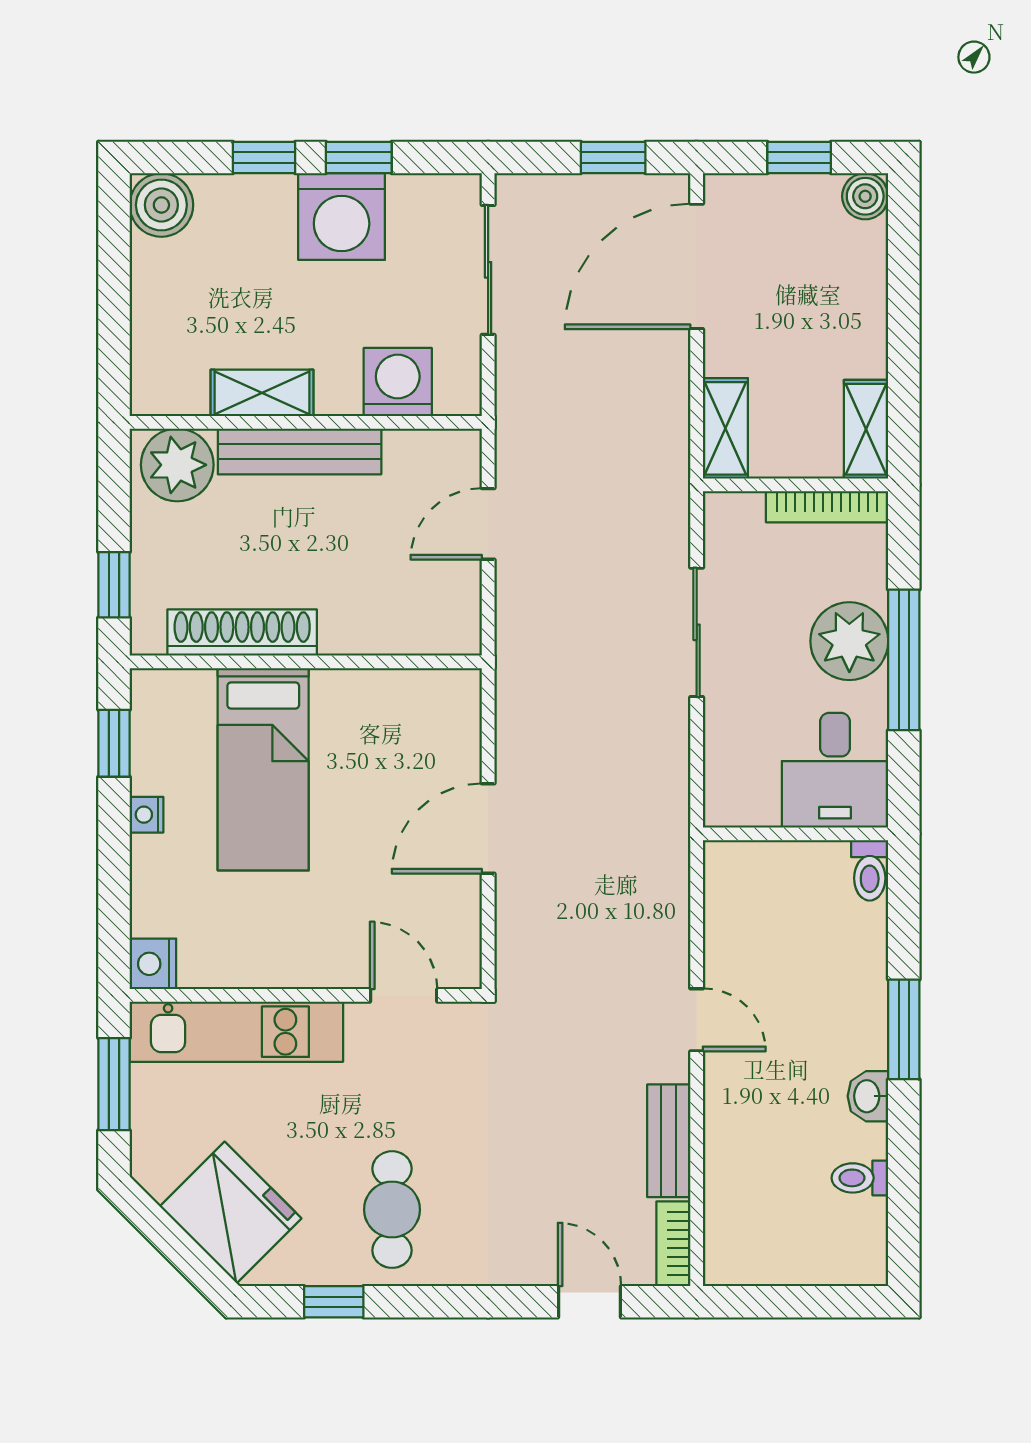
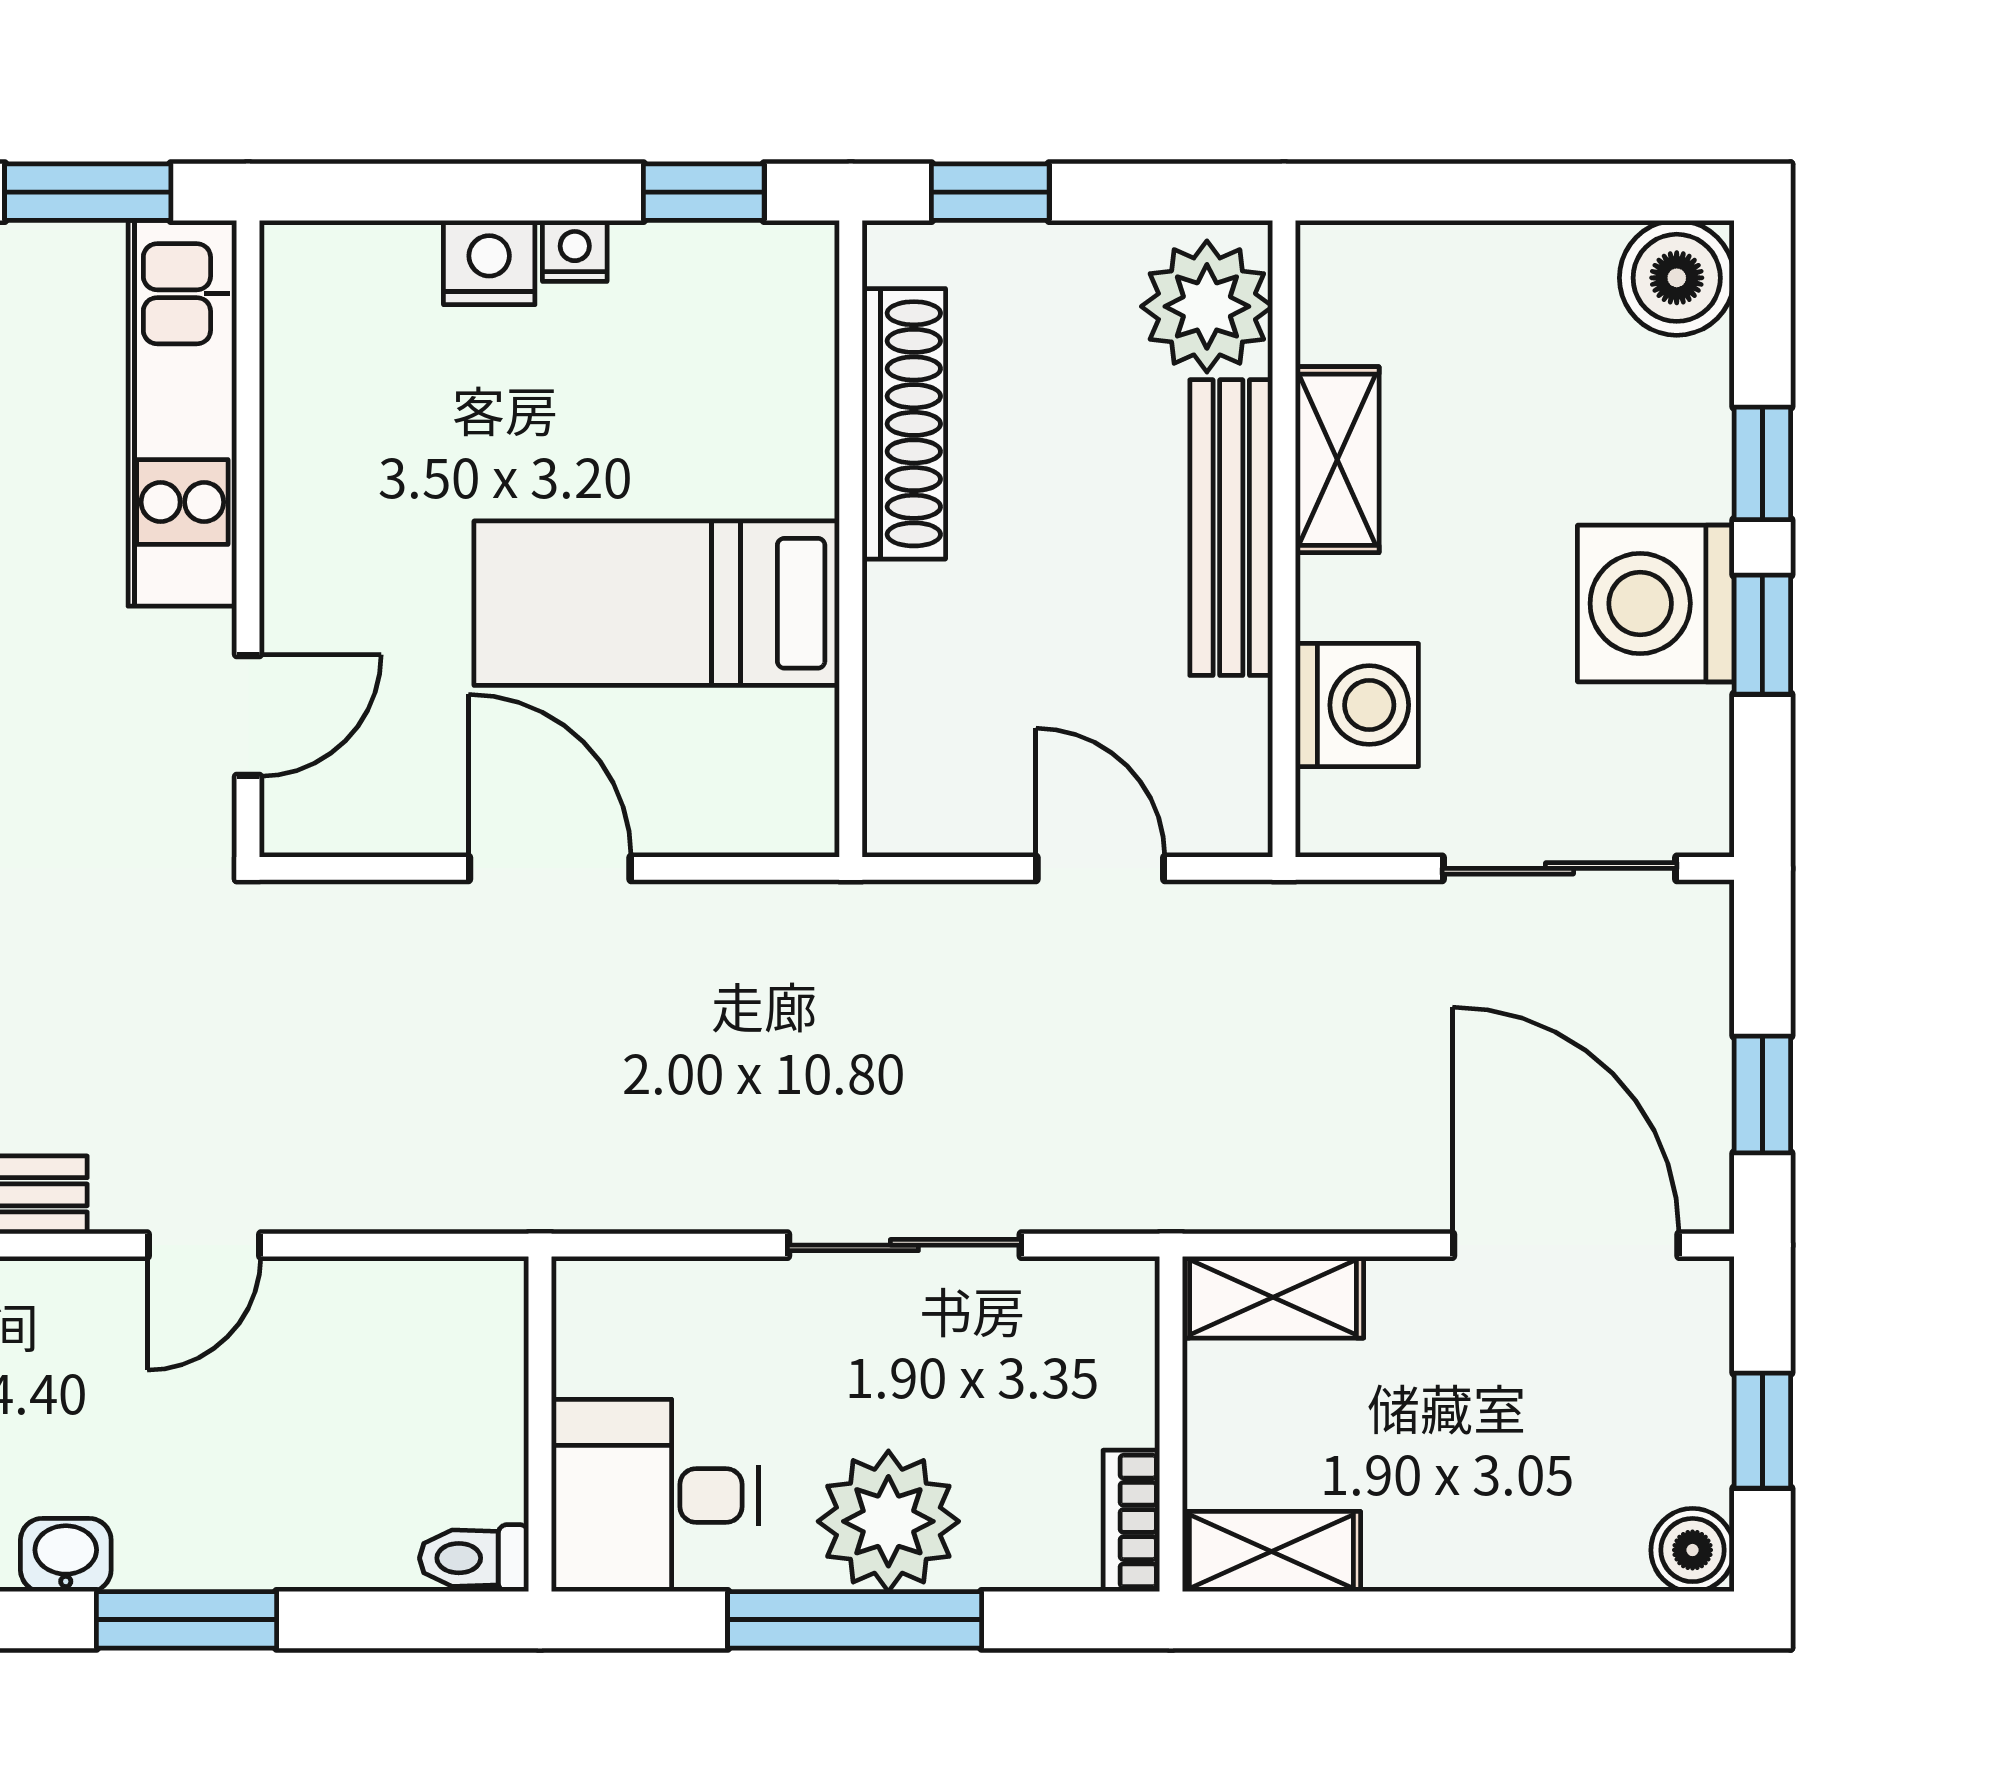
bookcase: (827, 507) -> (1131, 1521), width x0.64
bed: (263, 769) -> (657, 603), moved
nightstand: (153, 964) -> (489, 263), moved

